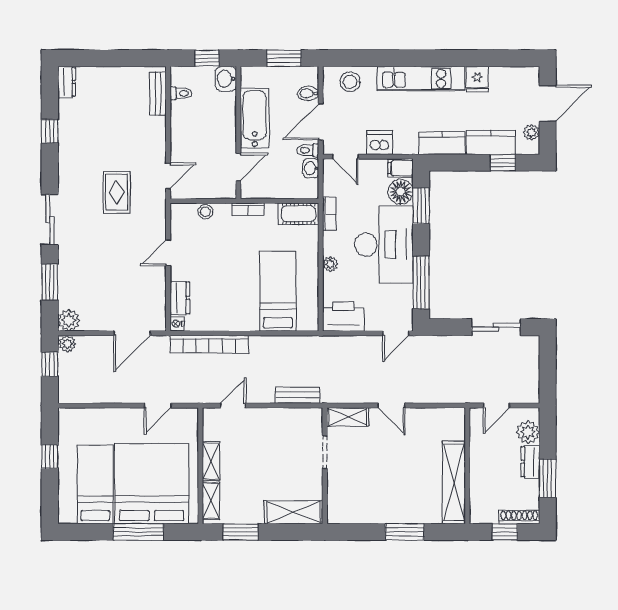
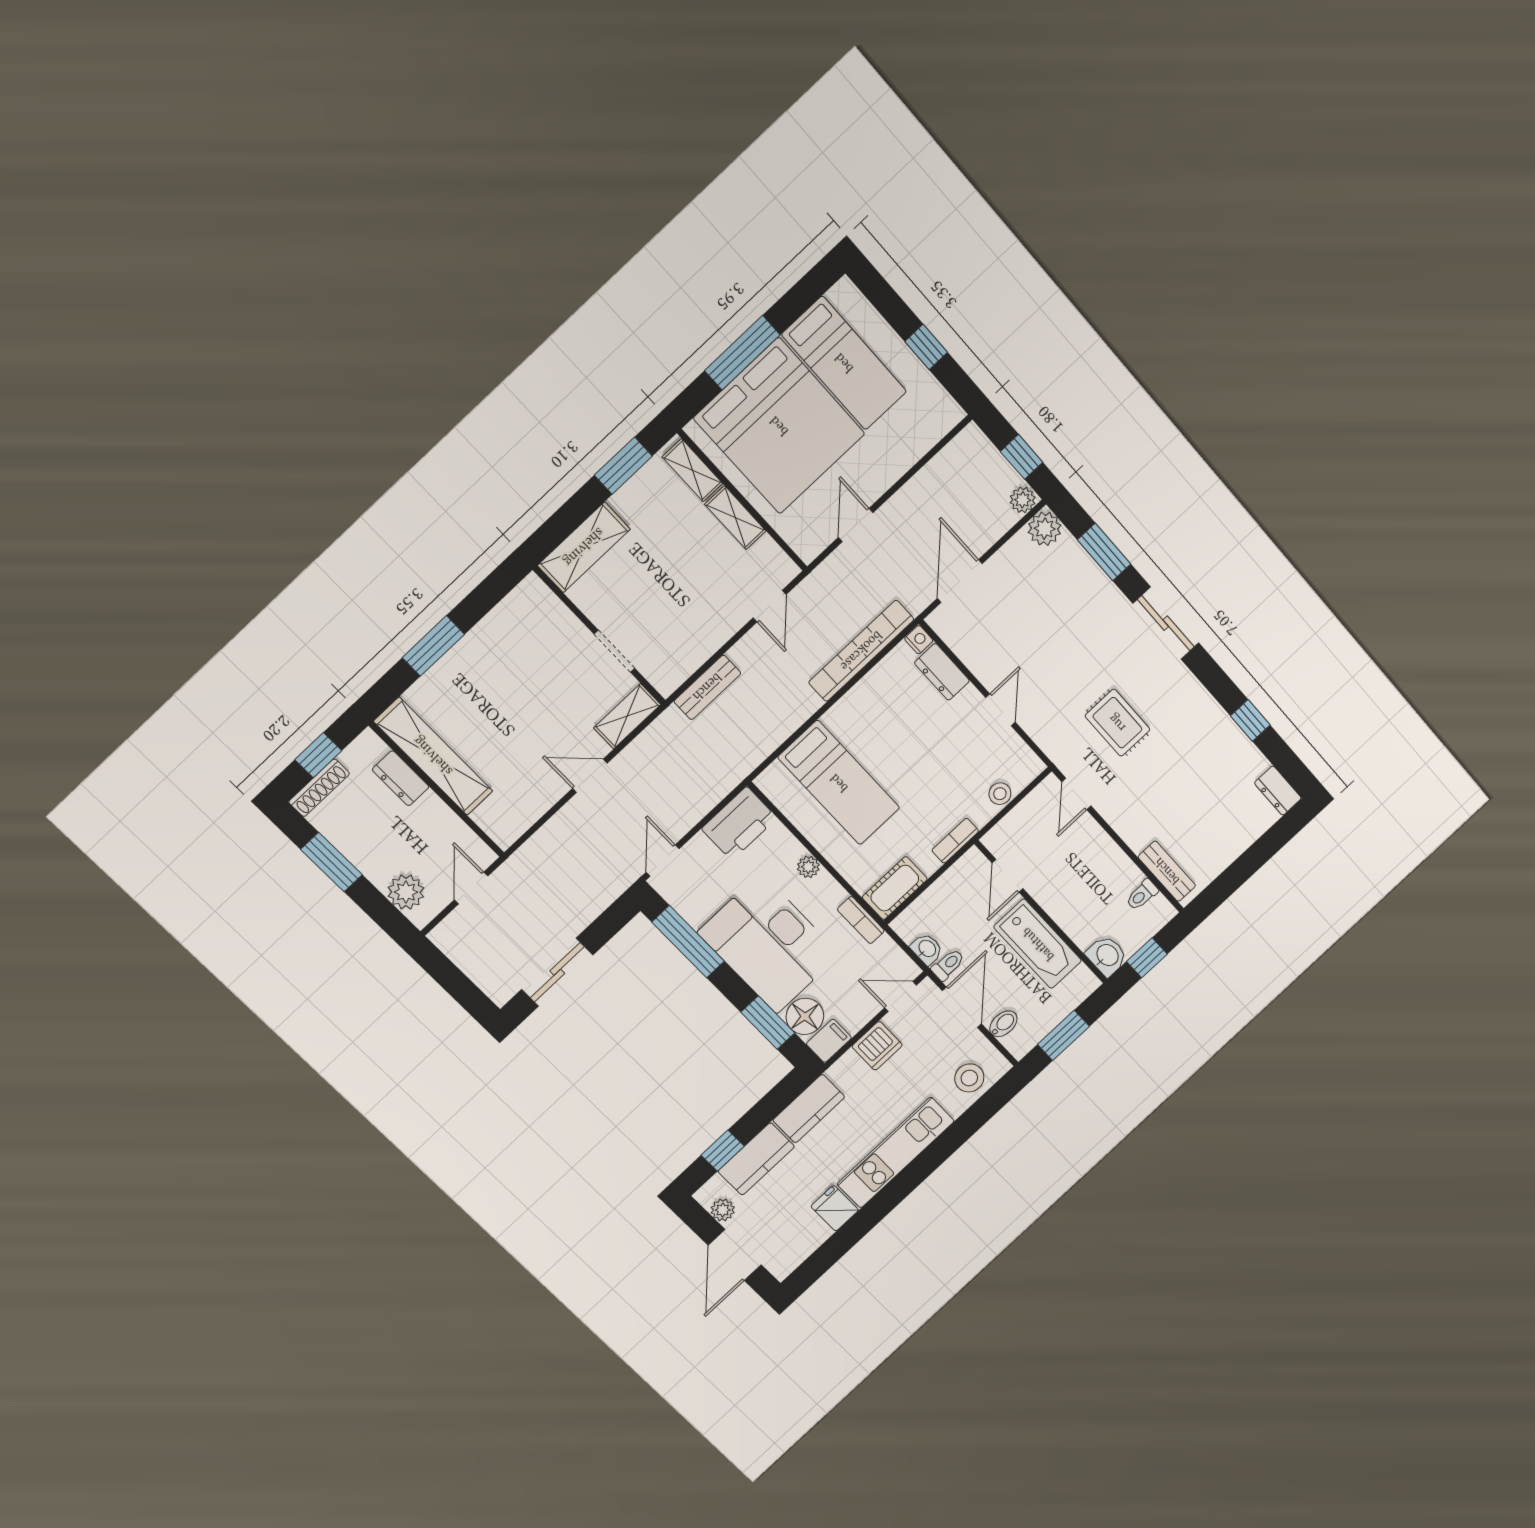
dresser: (530, 462) -> (401, 778), moved, turned 180

